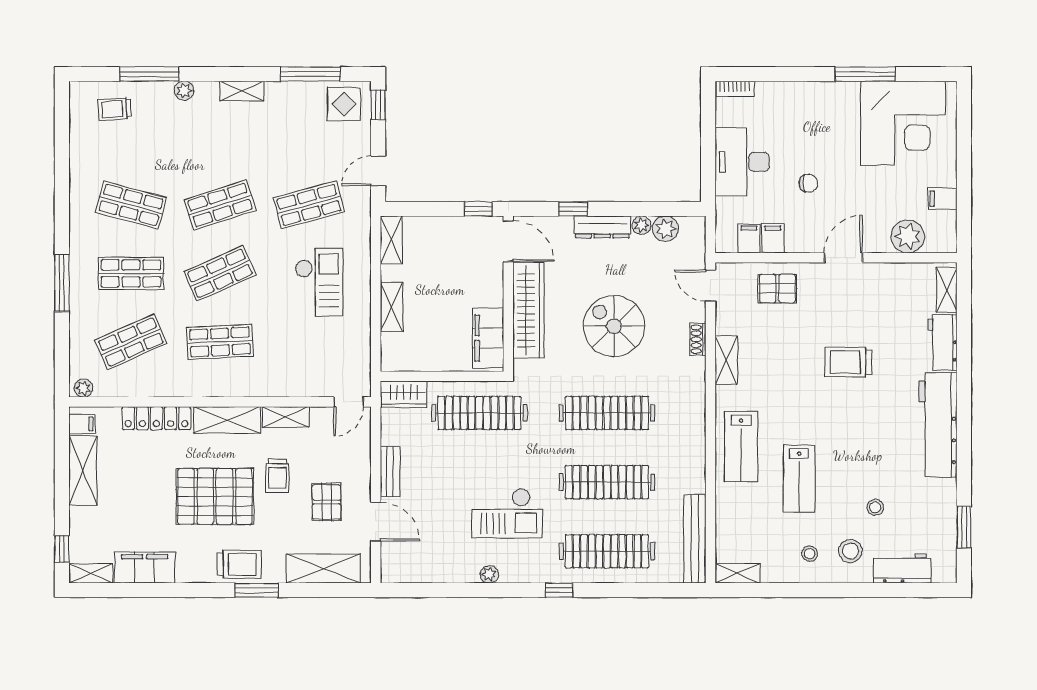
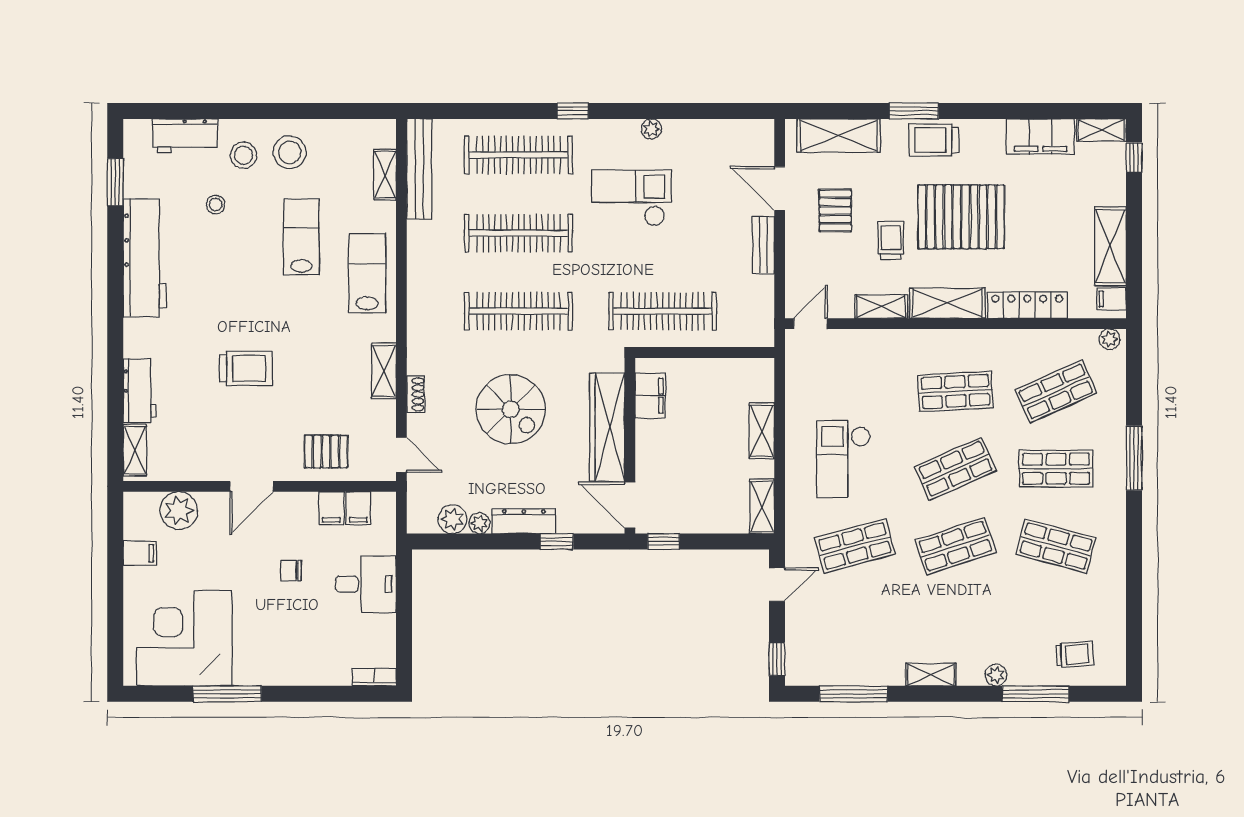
display table: (344, 104) -> (815, 660), removed
desk: (742, 162) -> (366, 584), width x0.73
filing cabinet: (488, 338) -> (650, 396), width x0.67, depth x0.86
wardrobe: (404, 394) -> (748, 332), removed
workbench: (938, 425) -> (145, 258), moved
stool: (810, 554) -> (290, 152), width x1.89, depth x1.89
shelving: (737, 573) -> (385, 175), moved, turned 90

